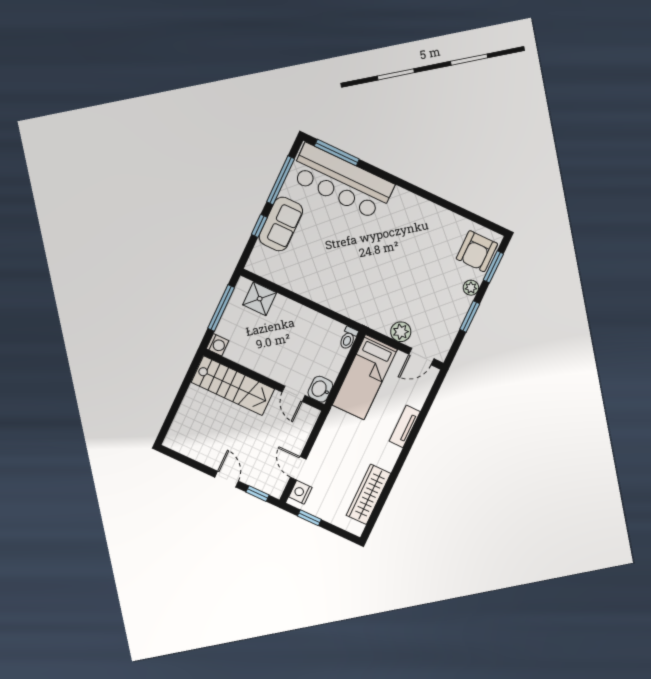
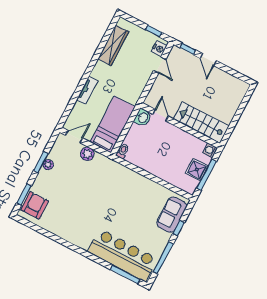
sofa: (281, 224) -> (172, 215), moved
plant: (471, 288) -> (48, 165), moved
shower: (260, 299) -> (197, 170), moved

